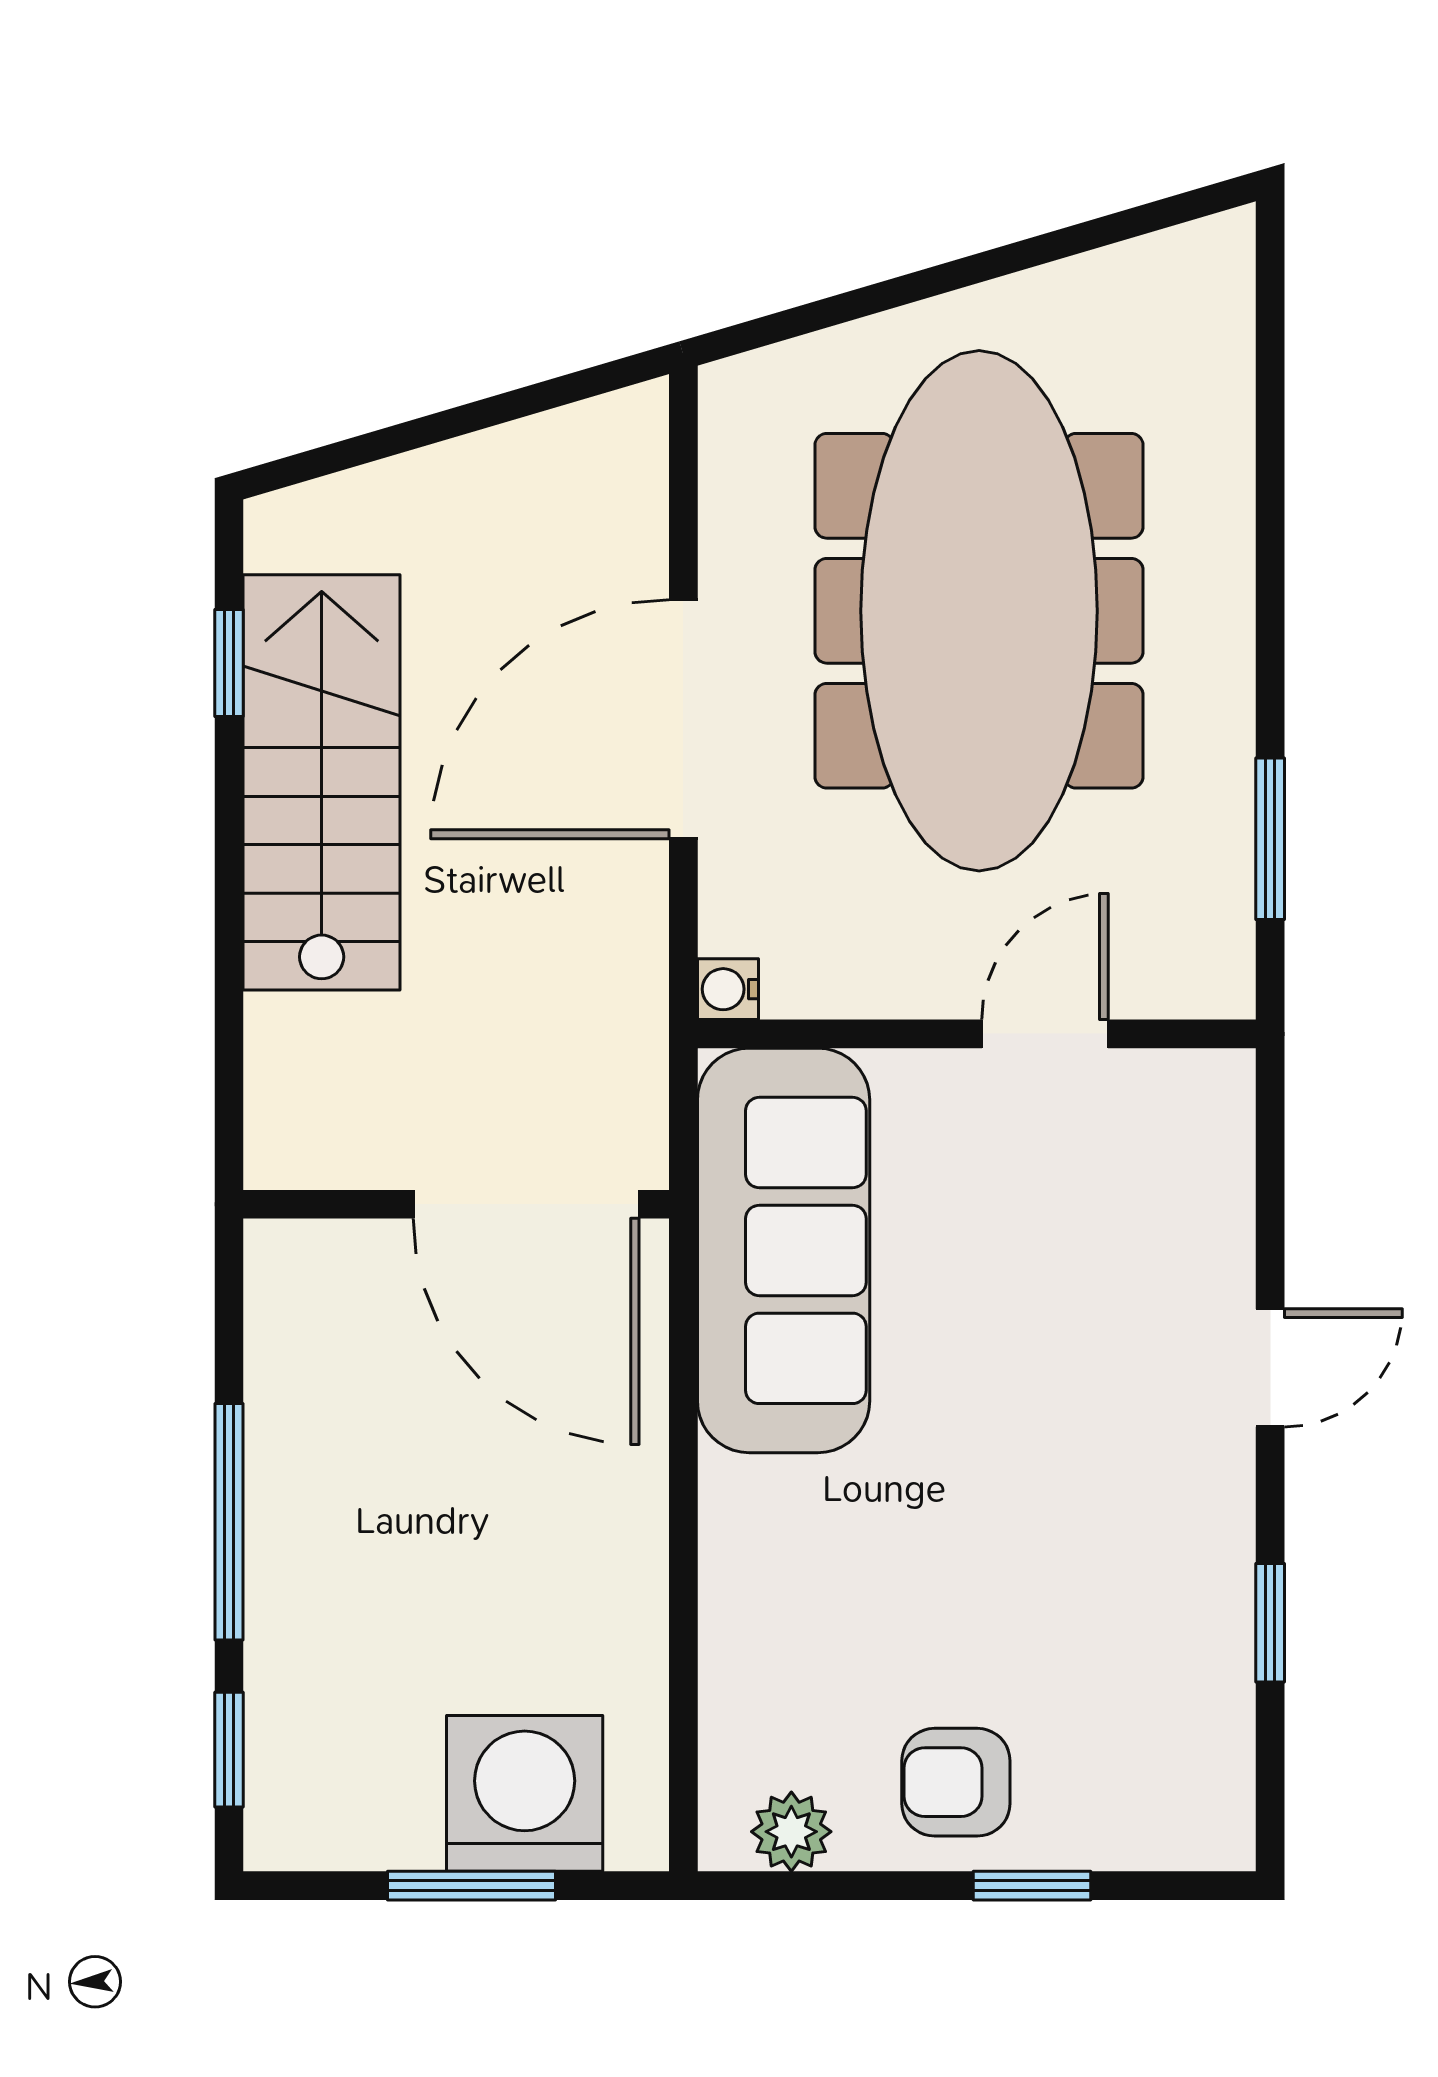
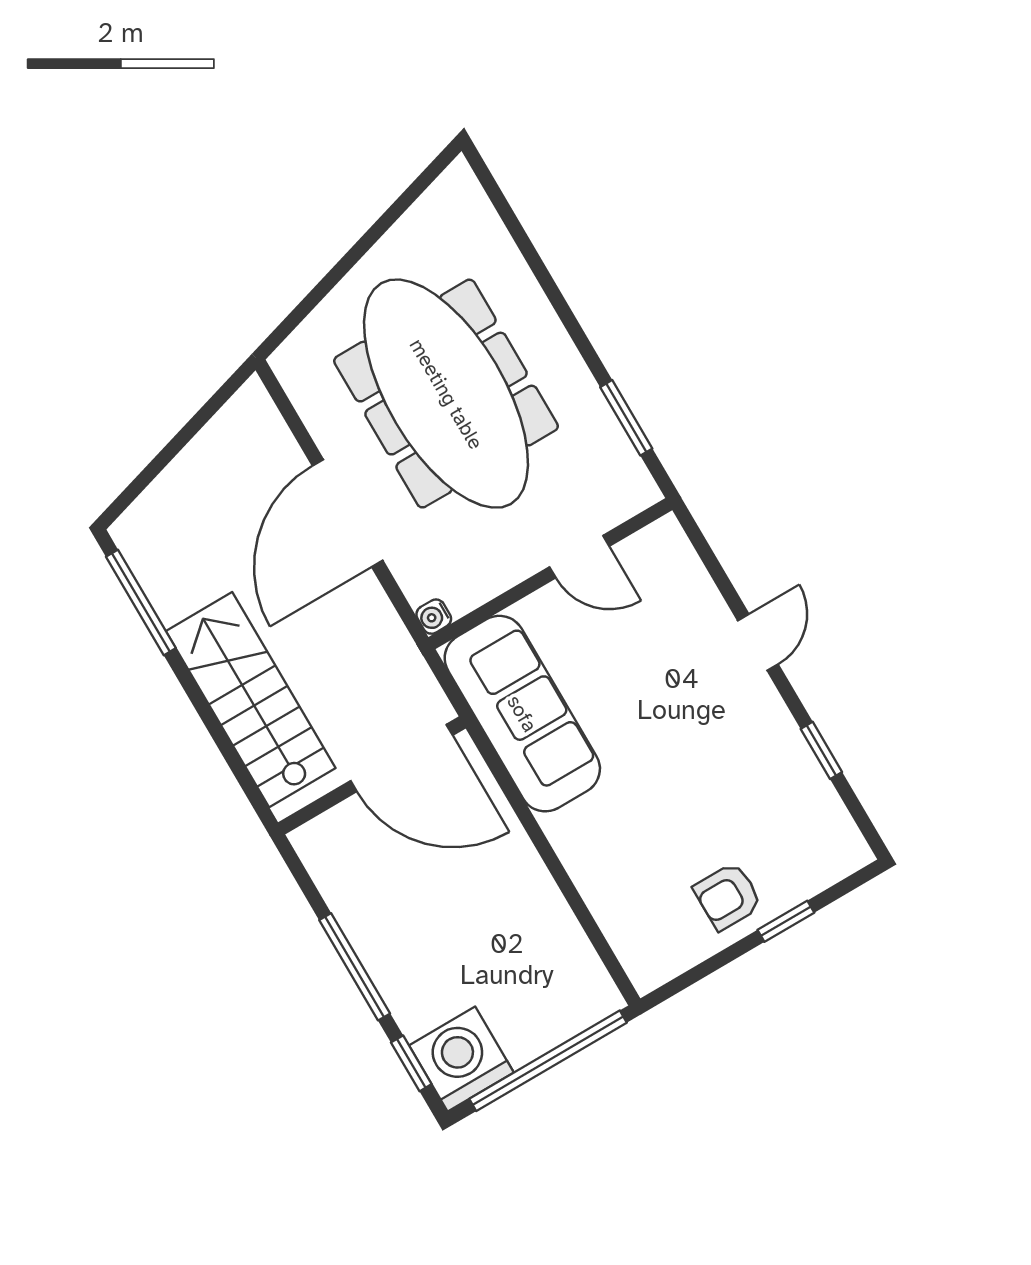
window: (229, 663) -> (141, 602), width x2.17
stairs: (322, 782) -> (251, 700), moved
door: (1045, 1034) -> (579, 557), swing flipped
washing machine: (525, 1793) -> (461, 1059), moved
plant: (791, 1832) -> (670, 958), removed
window: (471, 1886) -> (548, 1061), width x2.11

